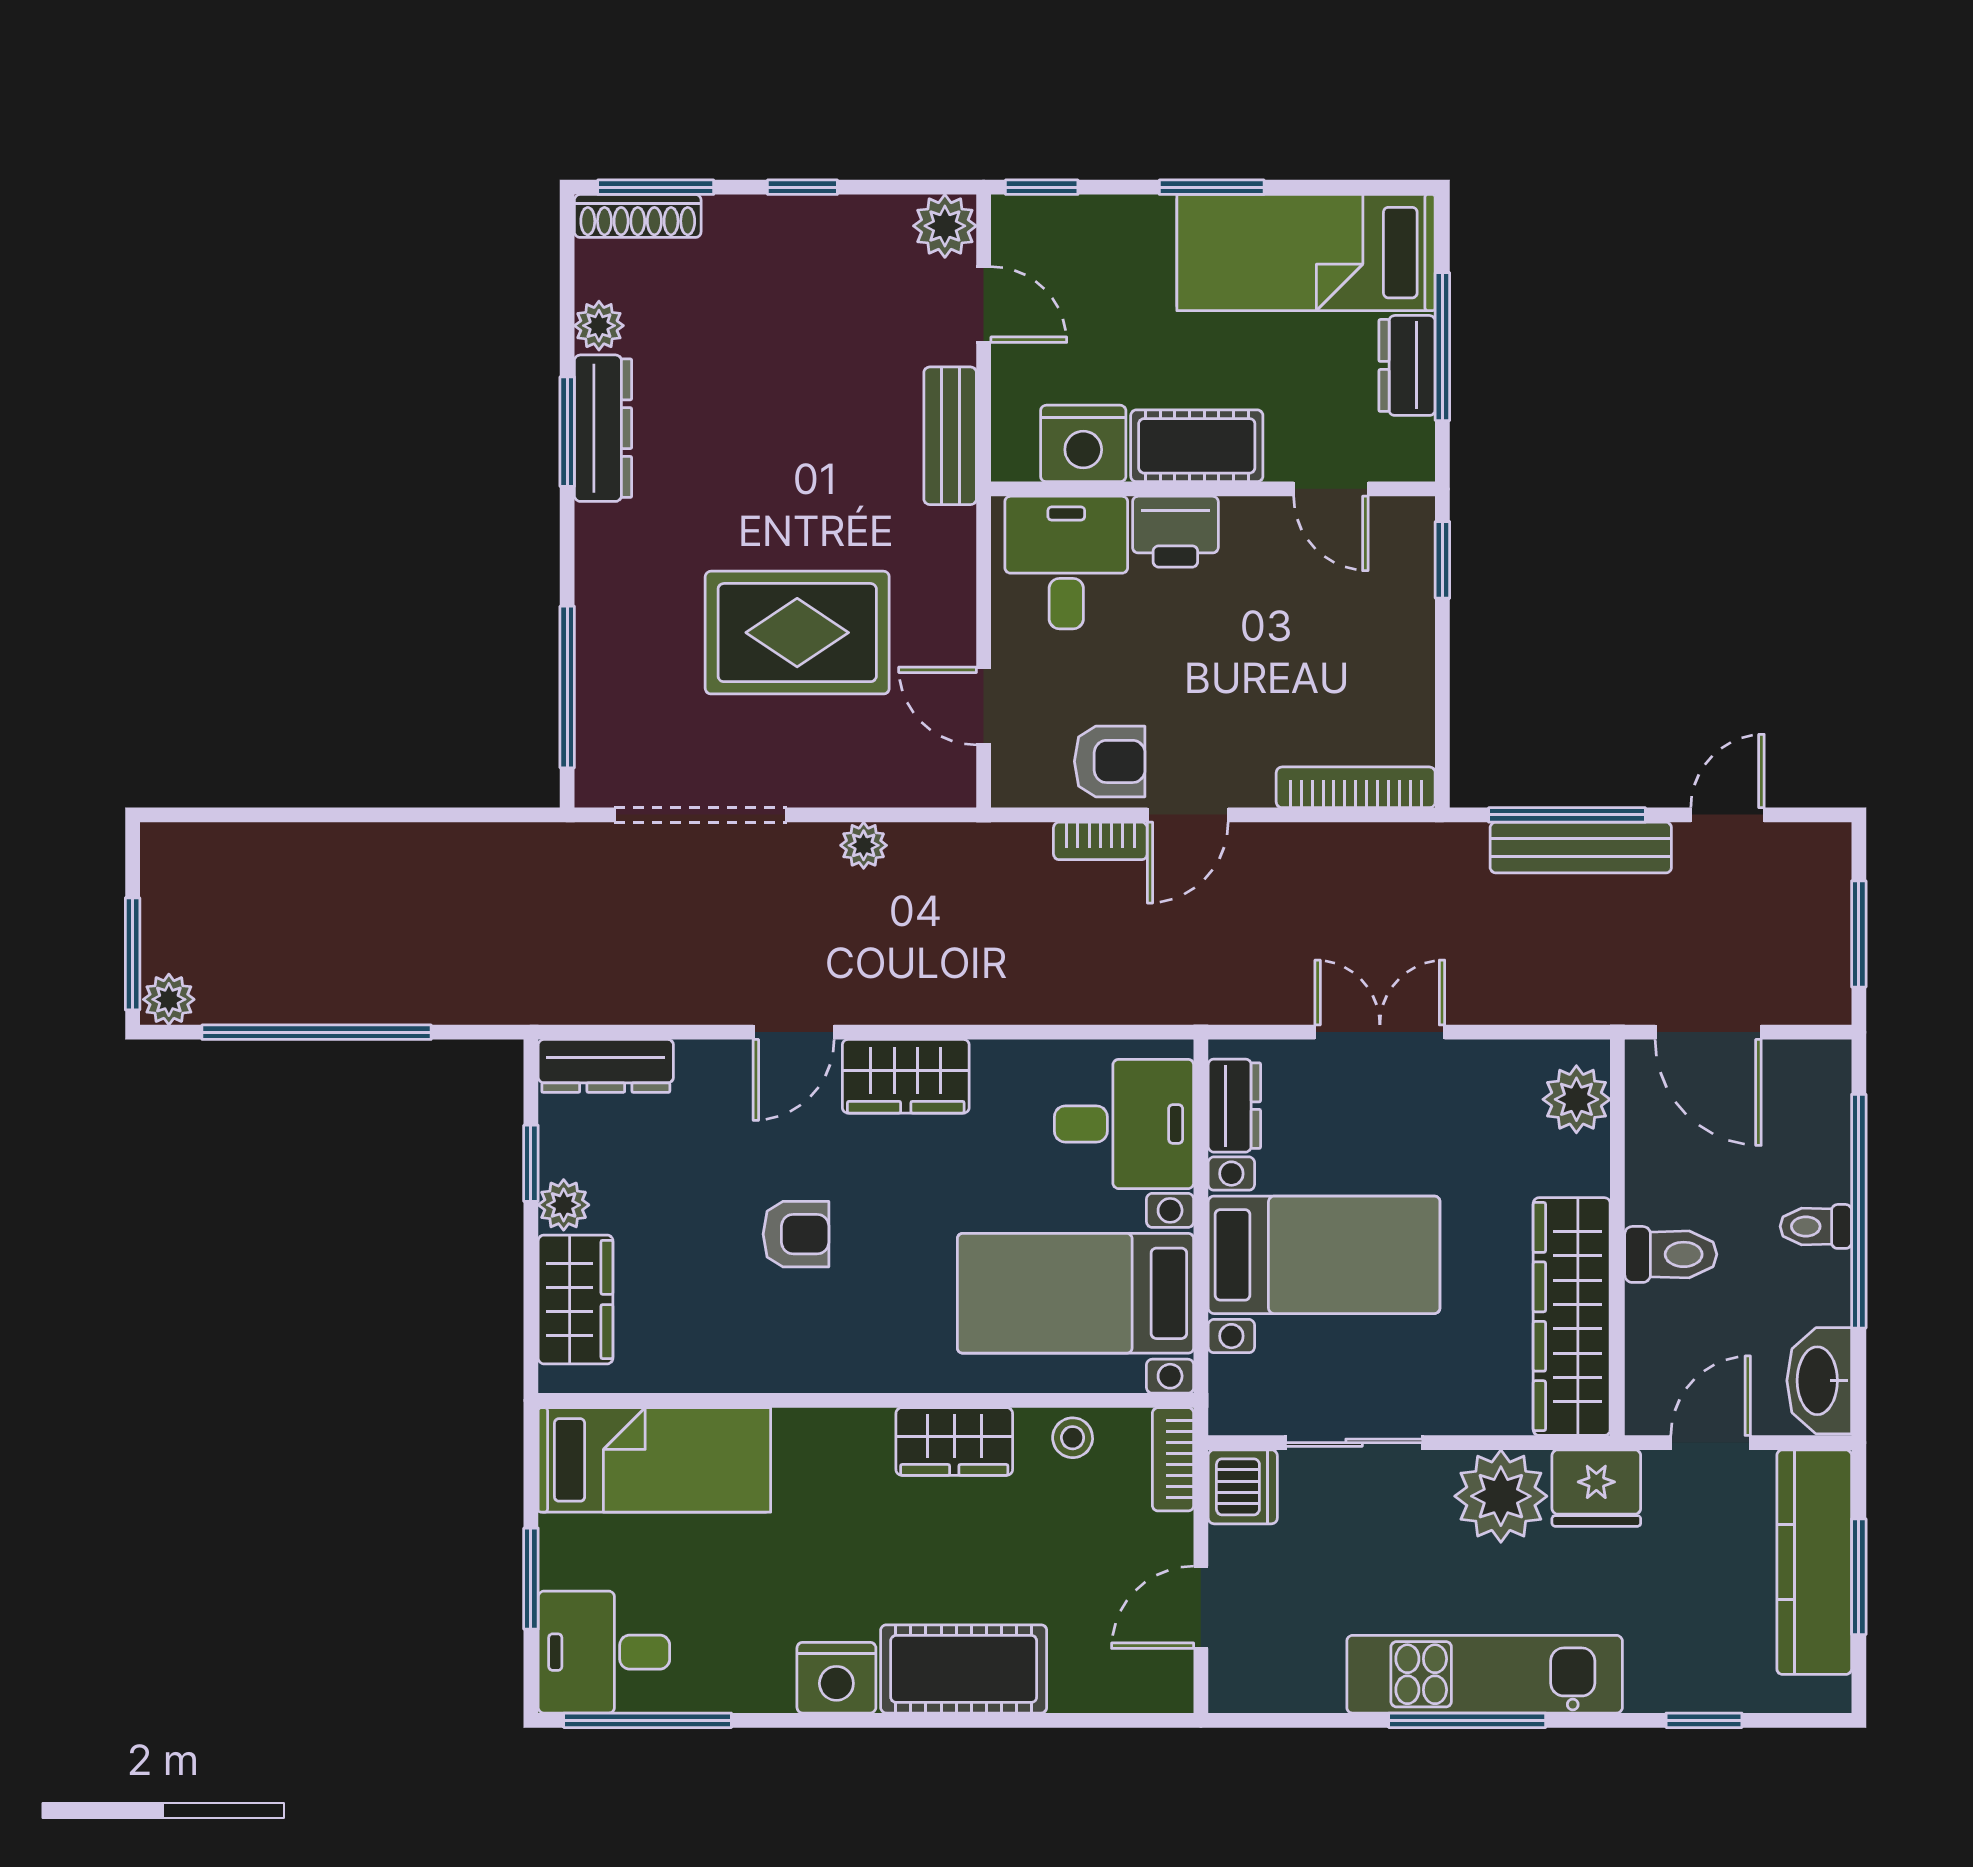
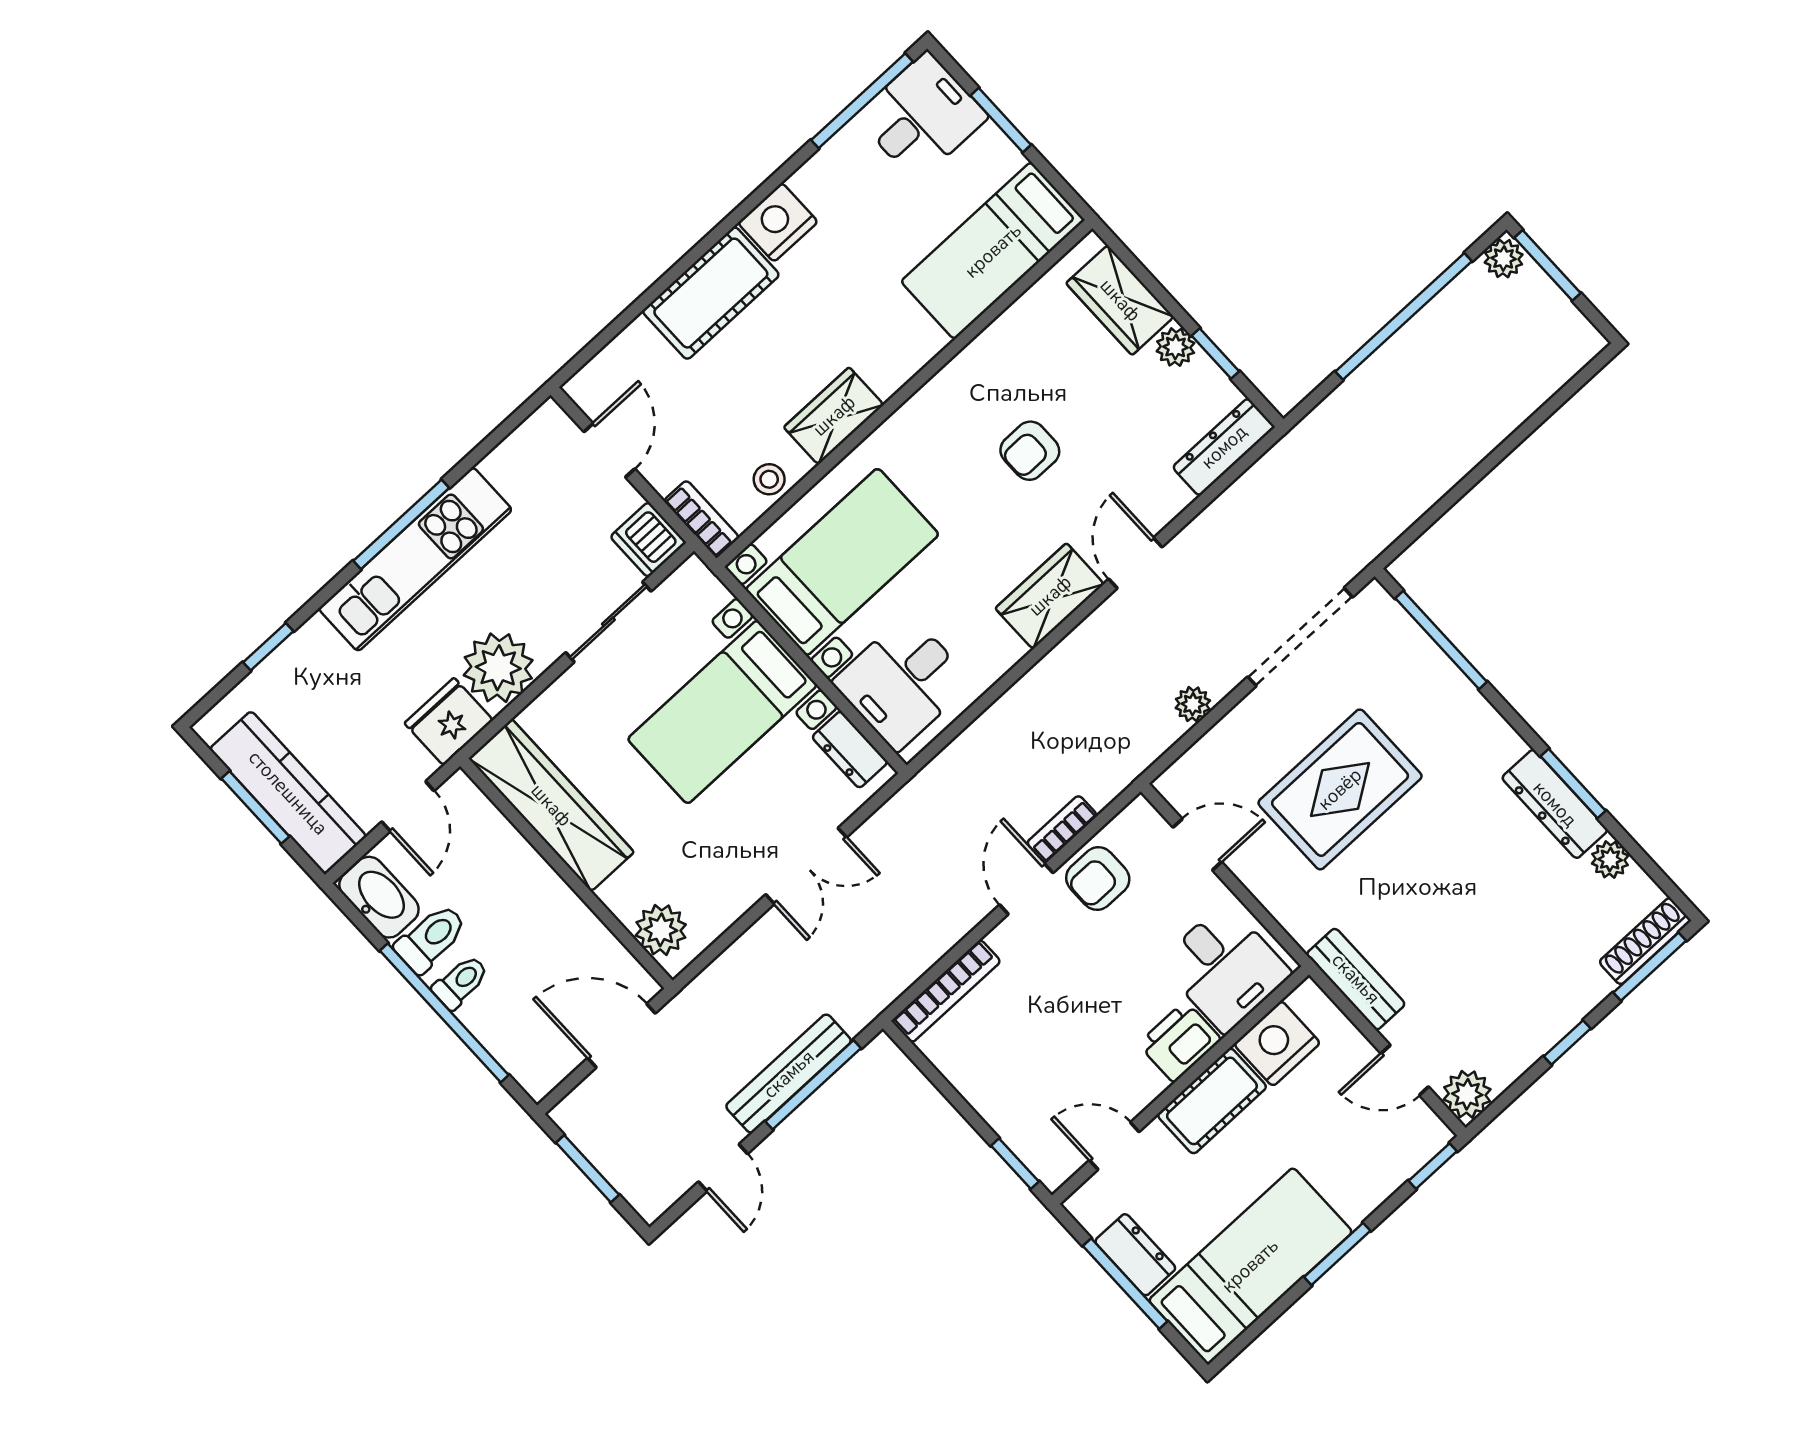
toilet: (1671, 1254) -> (431, 938), moved, turned 180

